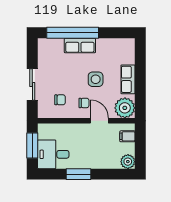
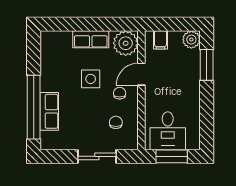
row of seats: (80, 45) -> (49, 111), moved
desk: (53, 154) -> (168, 131), moved
window: (78, 174) -> (207, 65), moved

